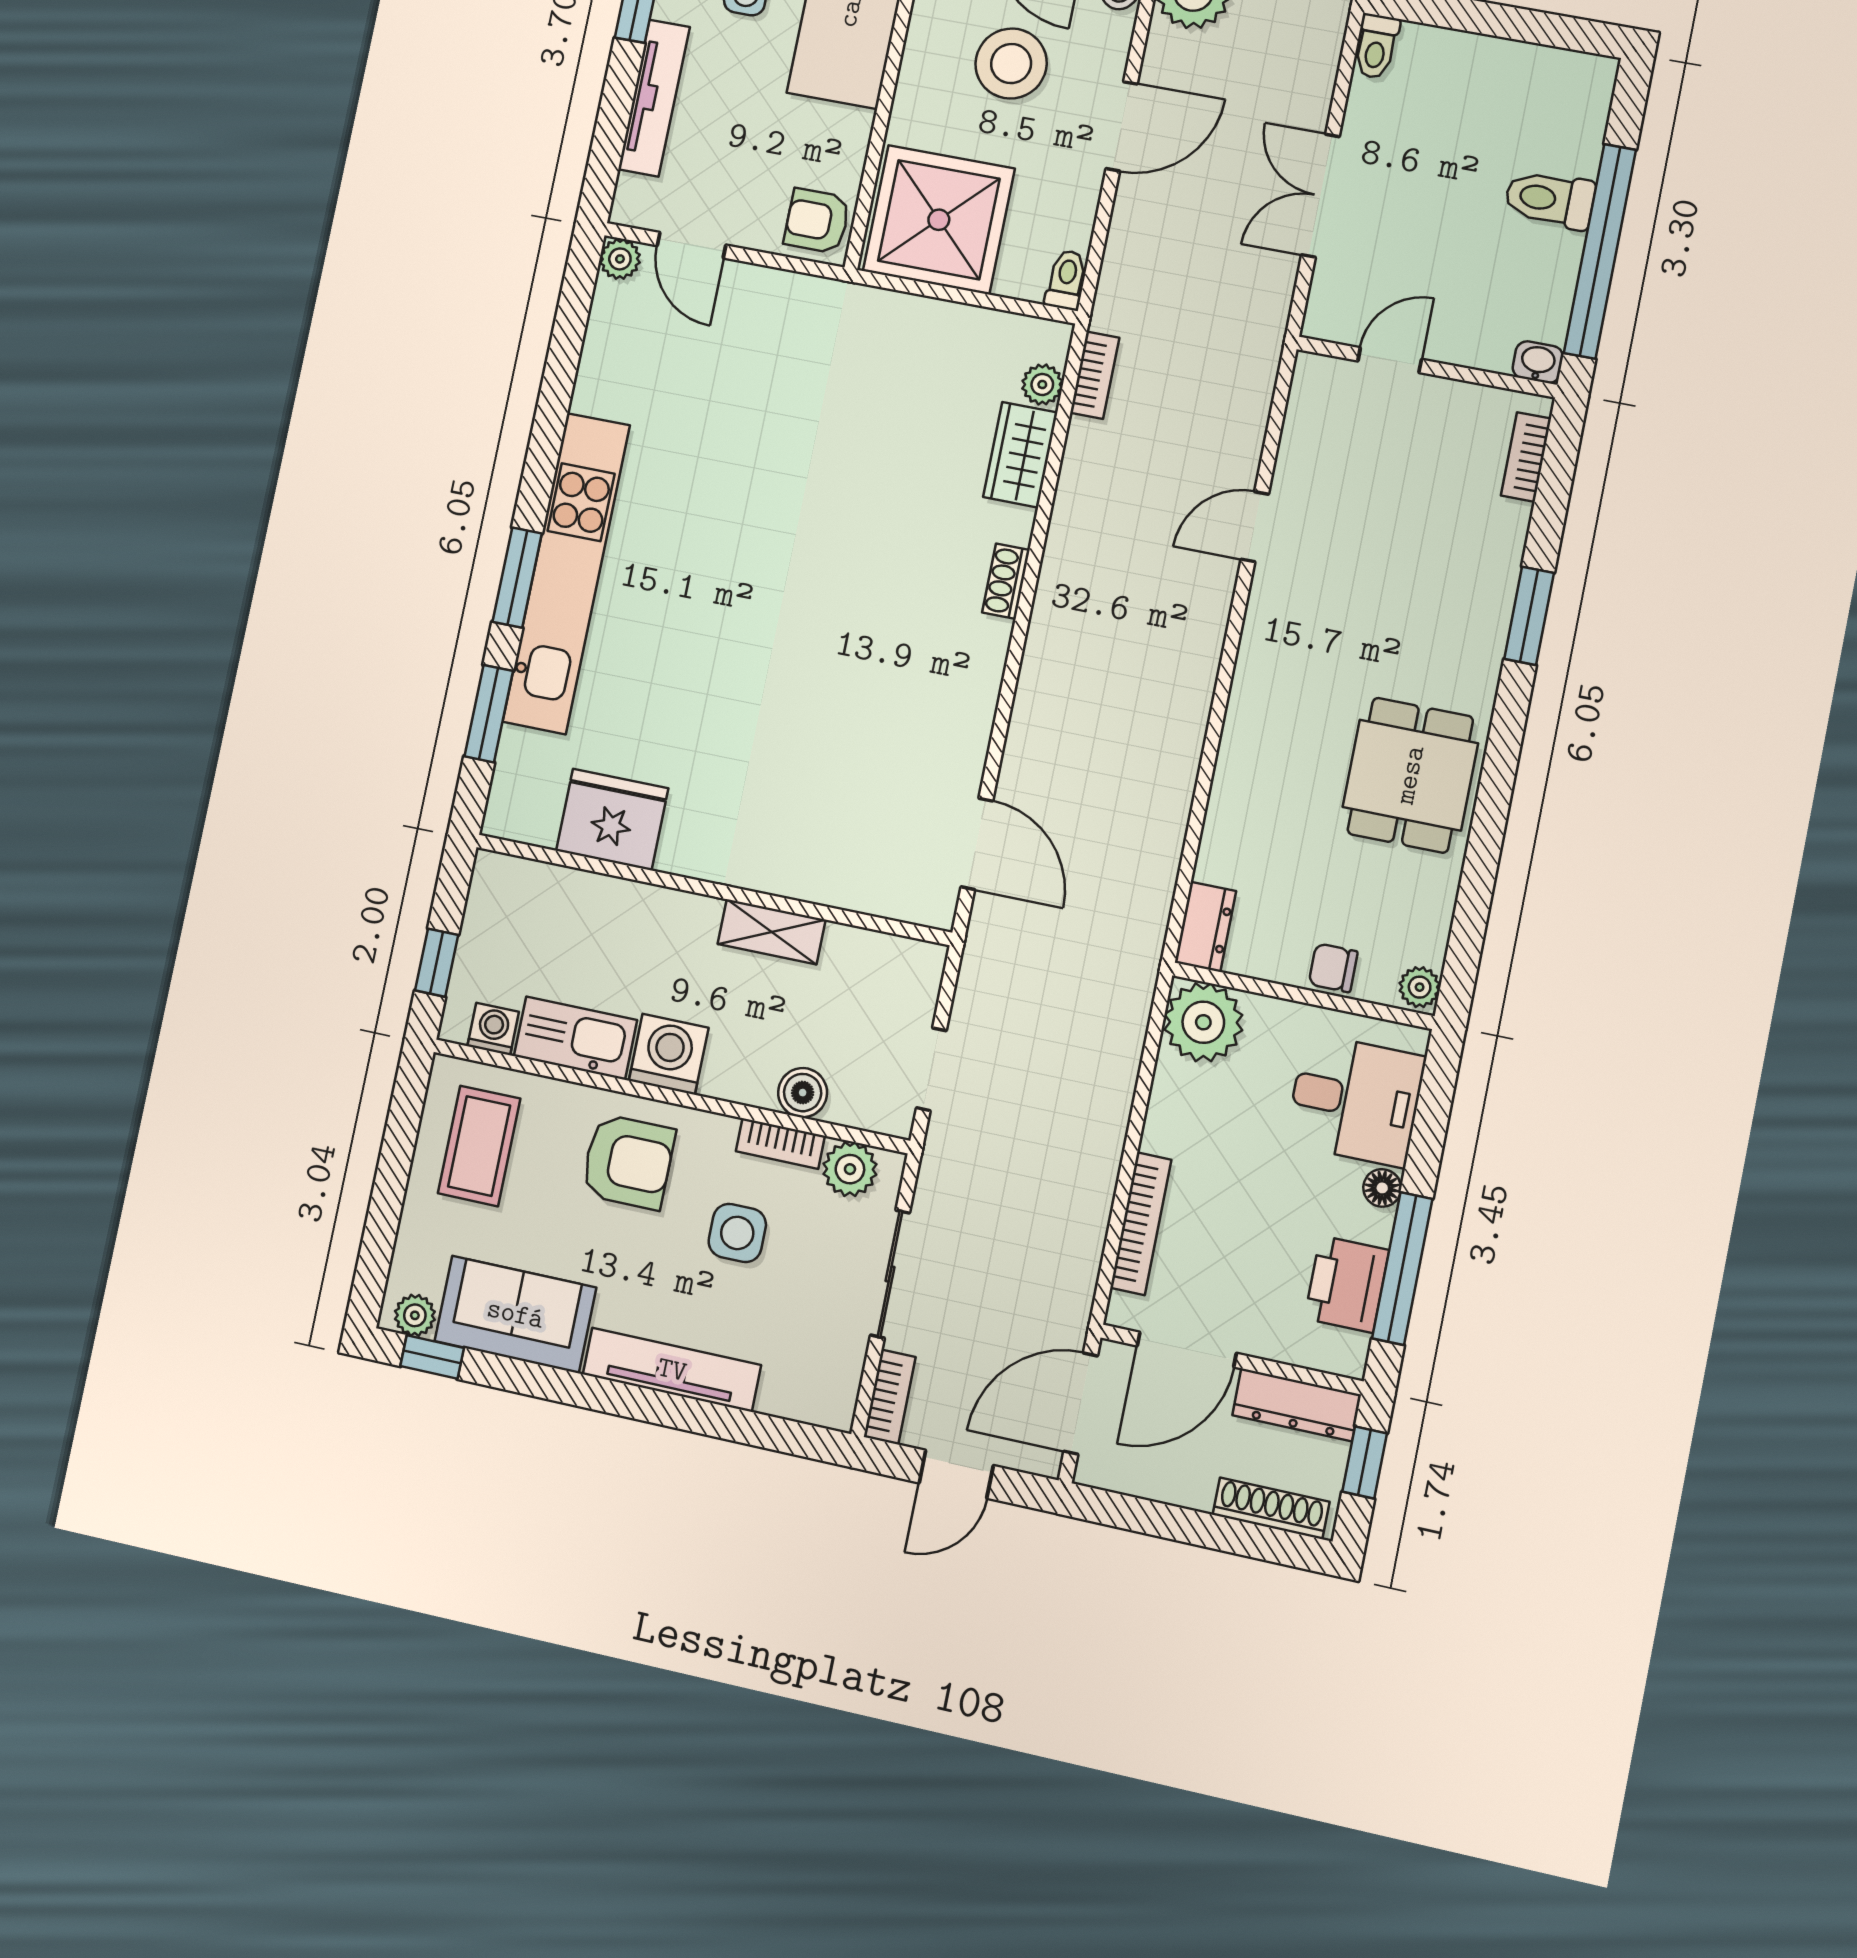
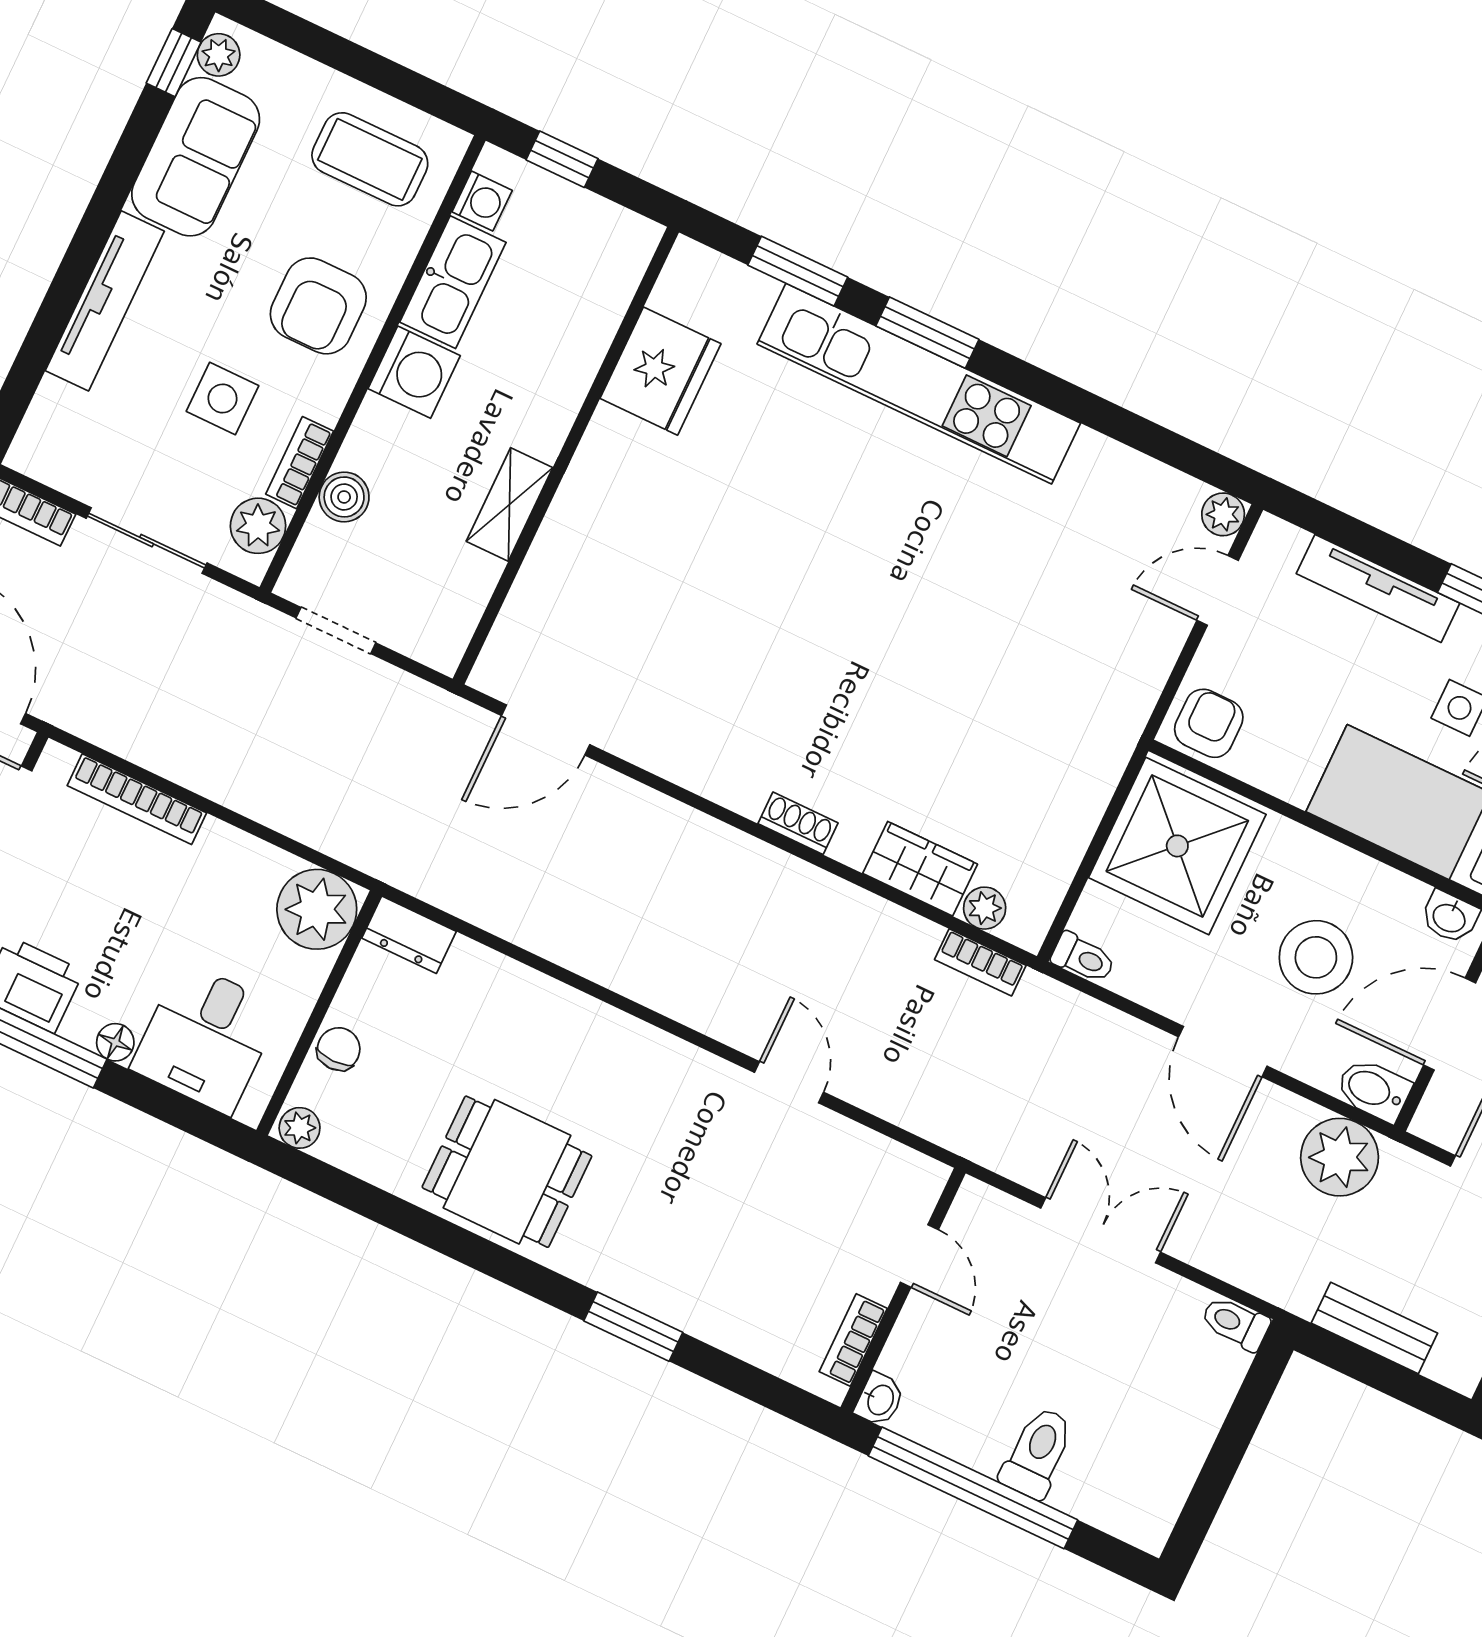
bookcase: (1526, 457) -> (853, 1340), moved, turned -90

